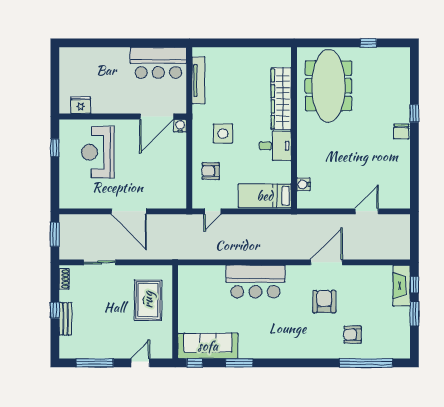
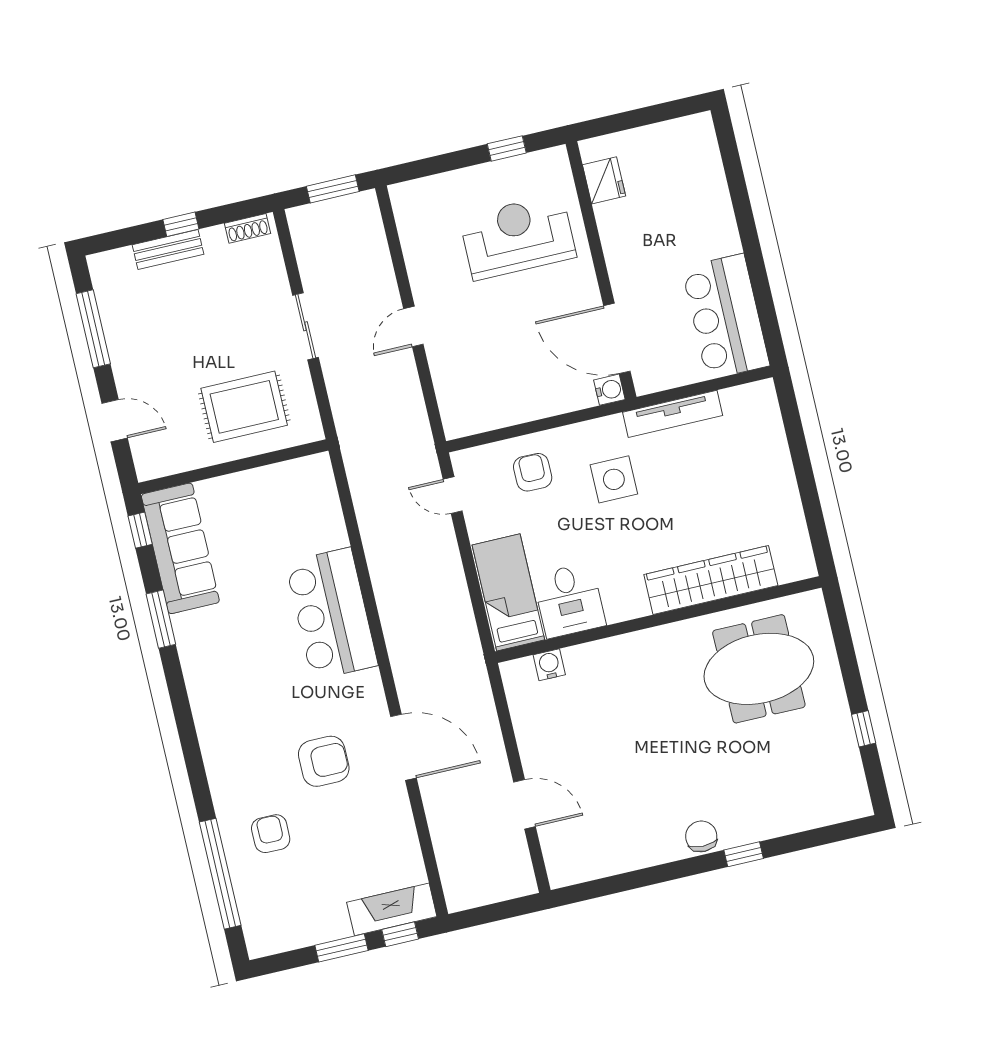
tv unit: (199, 80) -> (673, 414), moved
meeting table: (328, 86) -> (759, 669), width x0.73
chair: (401, 131) -> (701, 836), turned 89
desk: (275, 146) -> (569, 600), moved
door: (129, 211) -> (413, 326), width x0.53
sliding door: (100, 262) -> (305, 326), moved

